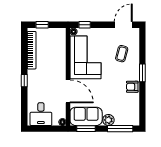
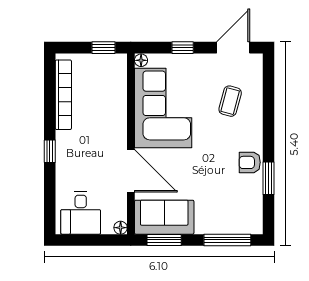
window: (42, 25) -> (104, 48), moved
window: (85, 25) -> (183, 48), moved
window: (142, 73) -> (268, 178), moved
plant: (108, 120) -> (206, 224), removed

